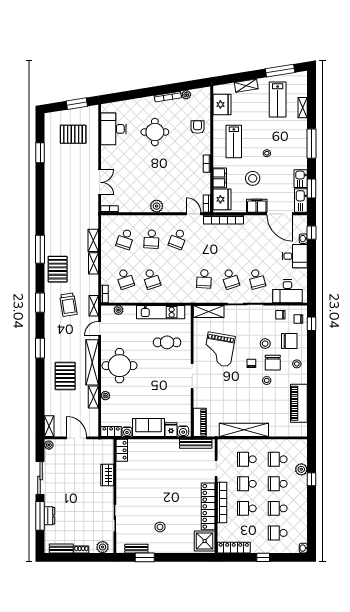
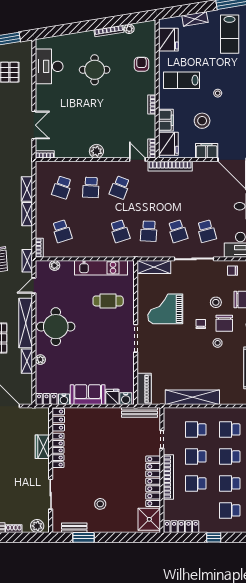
lab bench: (234, 141) -> (181, 80), turned 90
school desk: (151, 279) -> (120, 231), moved
grand piano: (219, 349) -> (165, 309), turned 80
locker: (122, 478) -> (58, 450), added

